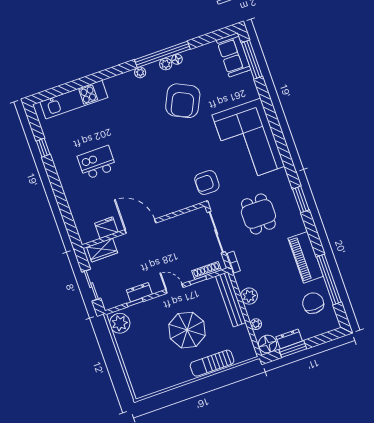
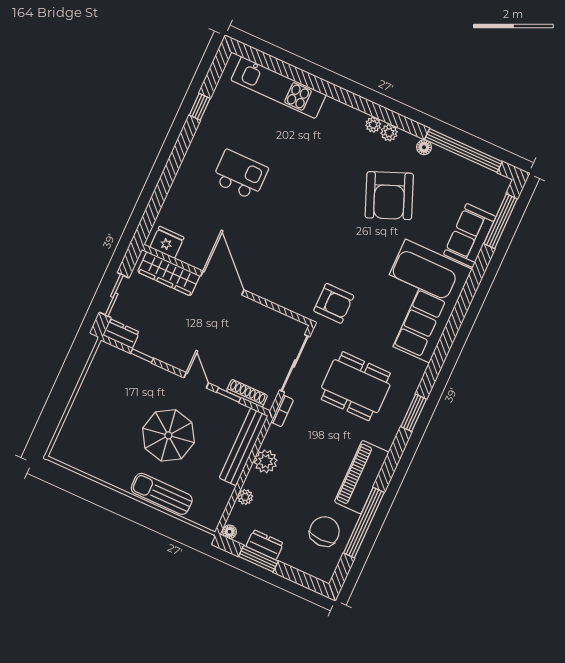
window: (162, 54) -> (463, 150), moved
sofa: (234, 55) -> (470, 235), moved
plant: (166, 64) -> (389, 133), moved
armchair: (183, 101) -> (389, 196), turned -48
armchair: (207, 183) -> (334, 303), turned 180
dining table: (258, 214) -> (356, 386), width x1.38
fridge: (106, 228) -> (167, 242), moved
wardrobe: (102, 250) -> (169, 274), width x1.50
dresser: (139, 292) -> (121, 334), moved
plant: (120, 323) -> (106, 362), removed
floor lamp: (268, 344) -> (230, 532), width x0.53, depth x0.53

